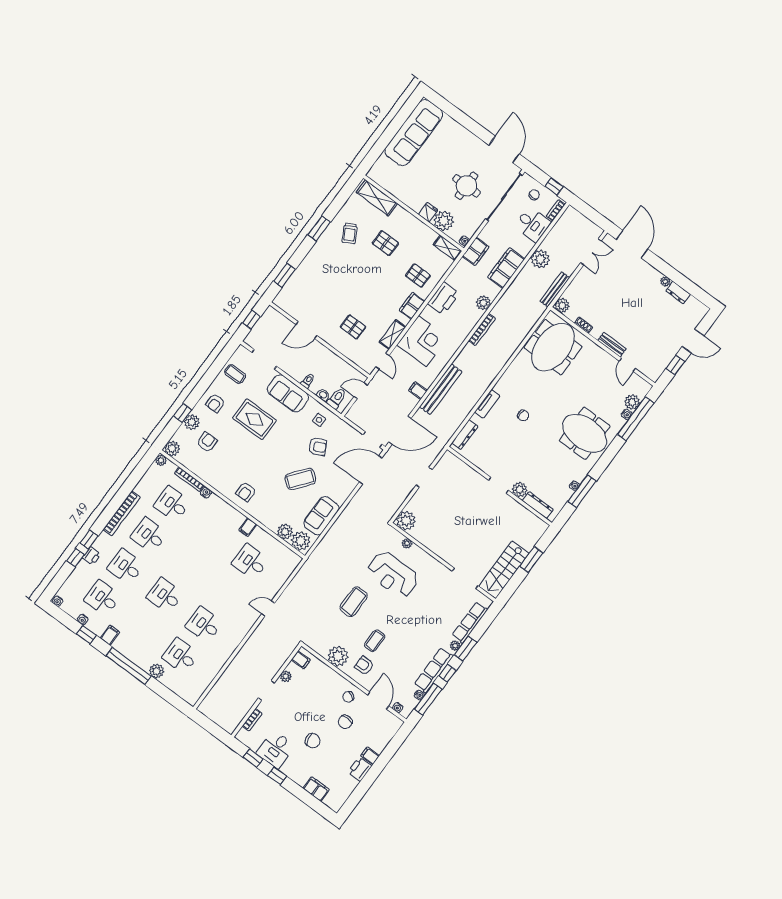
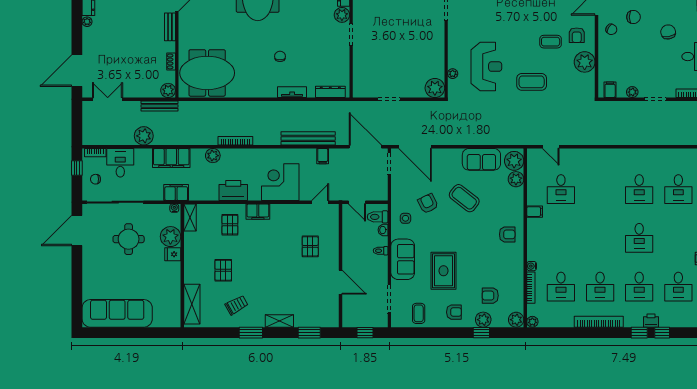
shelving: (392, 334) -> (279, 321), moved
door: (268, 609) -> (551, 147), moved

